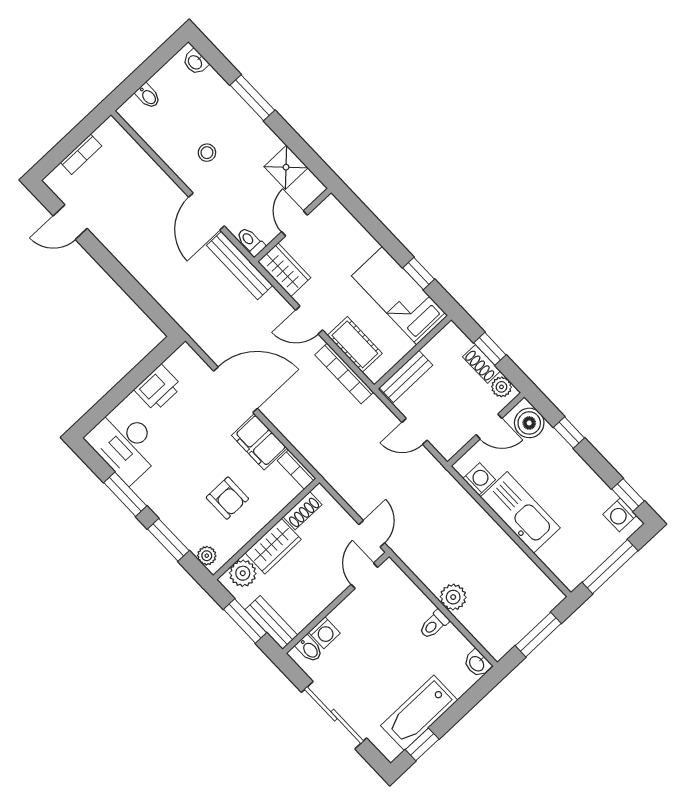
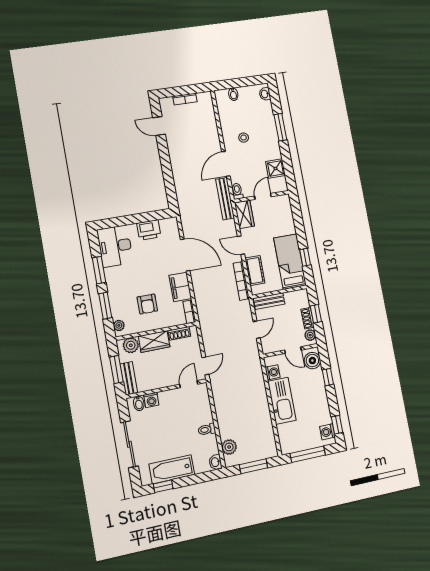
door: (414, 431) -> (257, 330), swing flipped
plant: (453, 597) -> (229, 447), moved

